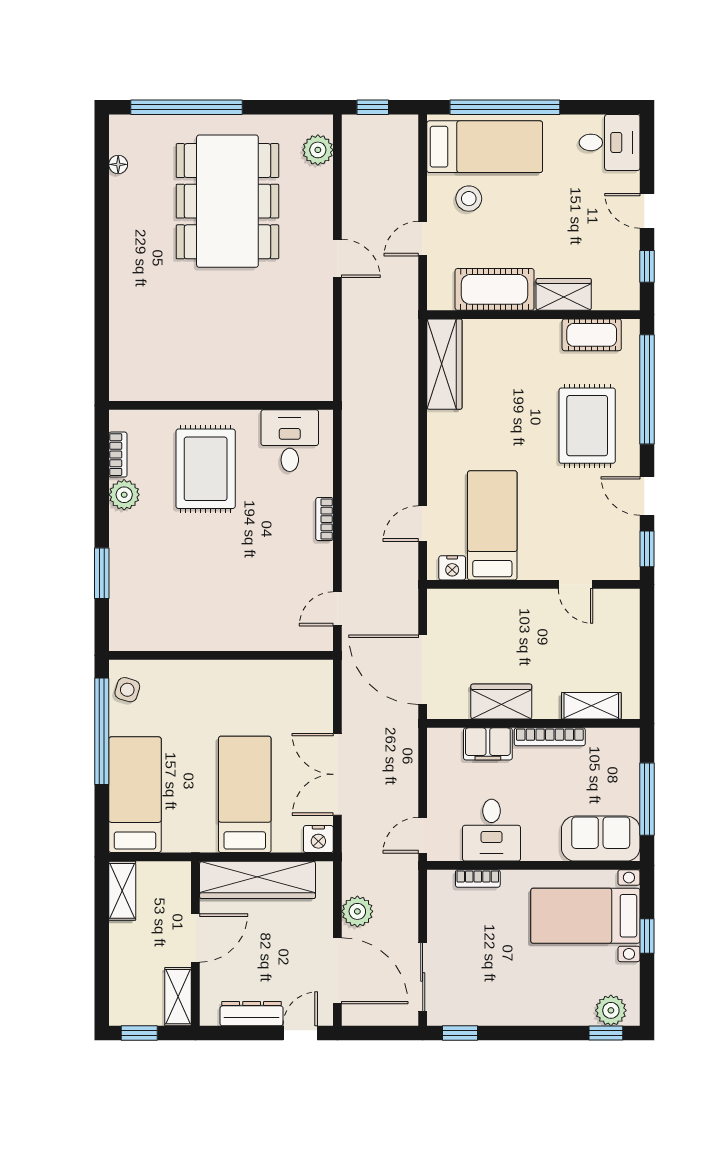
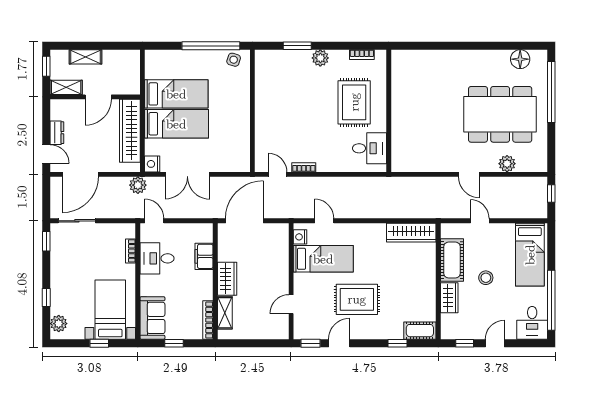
window: (505, 107) -> (551, 300), moved
plant: (318, 150) -> (507, 164), moved
floor lamp: (118, 164) -> (520, 59), width x1.89, depth x1.89
stool: (469, 199) -> (486, 278), moved
door: (337, 258) -> (469, 174), hinge flipped
cot: (592, 335) -> (420, 331), moved, turned 90
window: (647, 389) -> (397, 343), width x0.32
rug: (587, 426) -> (357, 299), moved
rug: (206, 469) -> (354, 102), turned 90
plant: (124, 495) -> (320, 58), moved
bookcase: (325, 519) -> (304, 167), moved
wardrobe: (501, 702) -> (227, 279), moved
bookcase: (550, 737) -> (208, 320), moved
double door: (337, 774) -> (187, 174), swing flipped
bed: (135, 795) -> (176, 94), moved
window: (647, 799) -> (174, 343), width x0.46
shelving: (122, 891) -> (86, 57), moved
plant: (357, 911) -> (138, 185), moved
door: (195, 938) -> (98, 97), hinge flipped
dresser: (252, 1014) -> (57, 133), width x0.70
window: (606, 1033) -> (46, 298), moved

